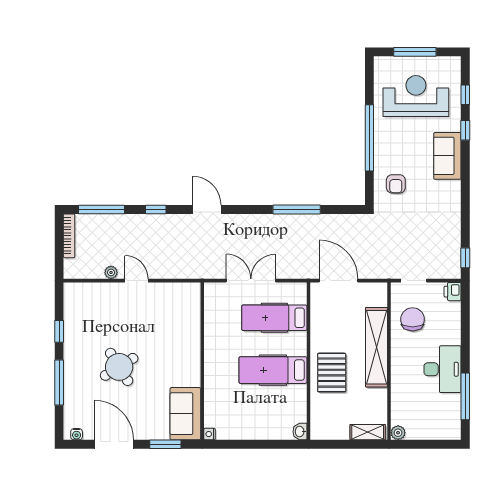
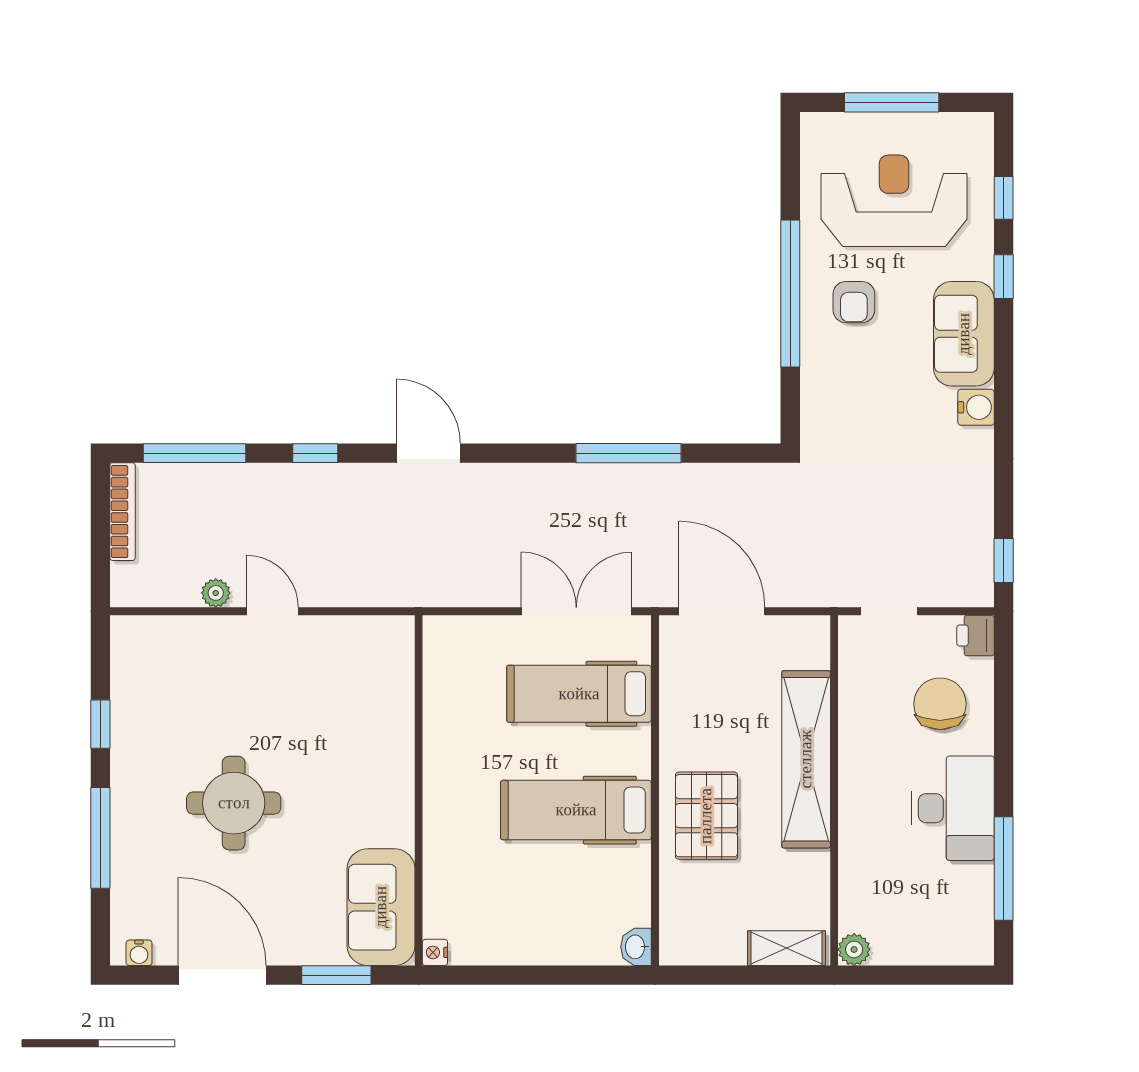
armchair: (396, 184) -> (854, 302), moved
water cooler: (453, 189) -> (976, 407), added
double door: (251, 281) -> (576, 611), moved
chair: (413, 319) -> (940, 704), moved
round table: (119, 367) -> (234, 803), turned 32

